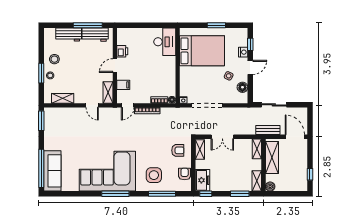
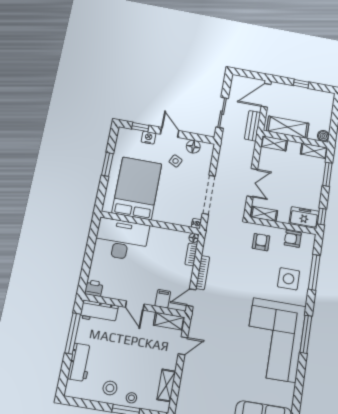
workbench: (95, 35) -> (99, 312), moved, turned 90
desk: (165, 42) -> (121, 239), width x1.36, depth x1.30
printer: (122, 51) -> (94, 288), moved
door: (128, 105) -> (191, 298), swing flipped
window: (310, 174) -> (301, 84), moved

